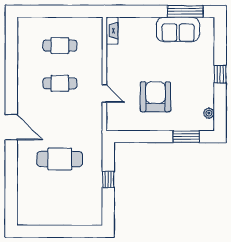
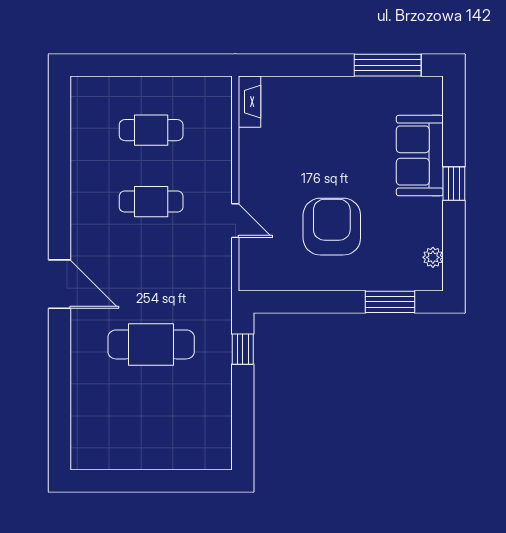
sofa: (178, 29) -> (420, 156), moved, turned 90
window: (108, 179) -> (243, 349), moved

